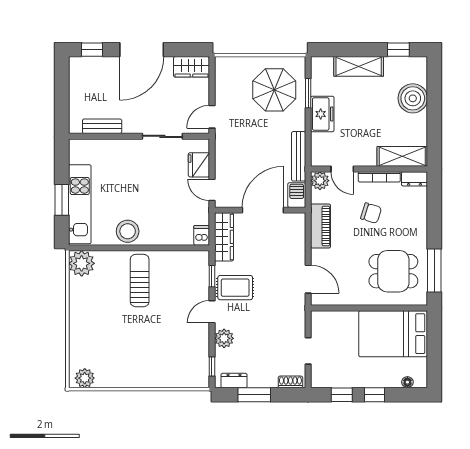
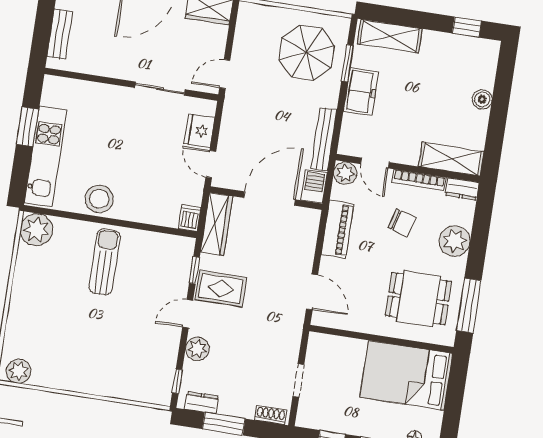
shelving: (359, 66) -> (390, 36), moved
boiler: (413, 98) -> (482, 99), width x0.54, depth x0.54
bench: (102, 126) -> (60, 34), moved, turned 90
window: (62, 200) -> (27, 127), moved
plant: (415, 221) -> (455, 241), added

